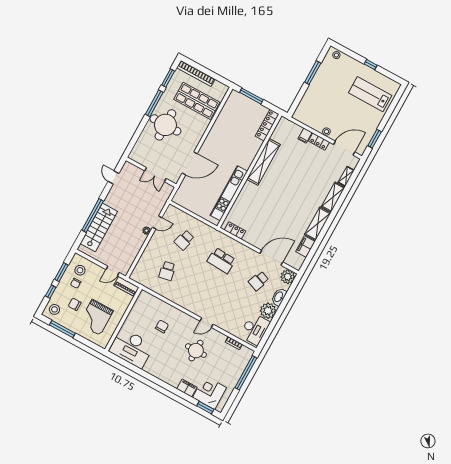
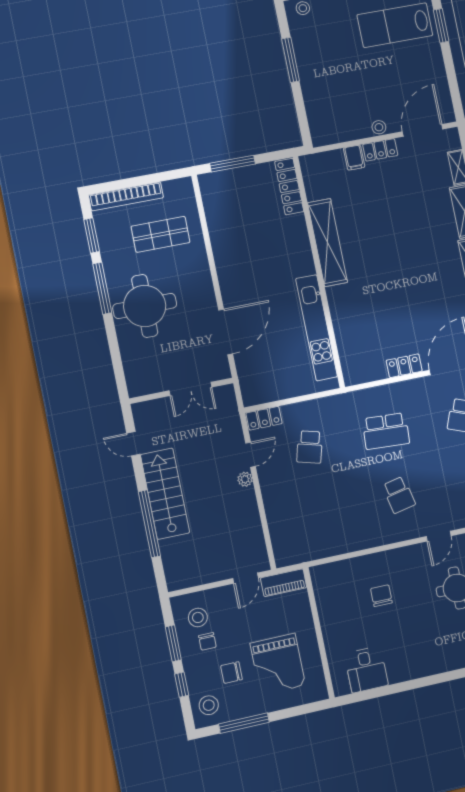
shop shelf: (197, 101) -> (161, 234), width x0.70, depth x0.74
window: (375, 139) -> (441, 26), moved
locker: (175, 212) -> (264, 418), added
stairs: (99, 227) -> (165, 494), moved
locker: (235, 231) -> (404, 366), moved
school desk: (167, 271) -> (399, 495), moved
desk: (132, 348) -> (366, 669), width x0.53, depth x0.77

